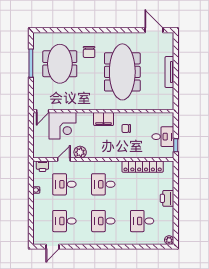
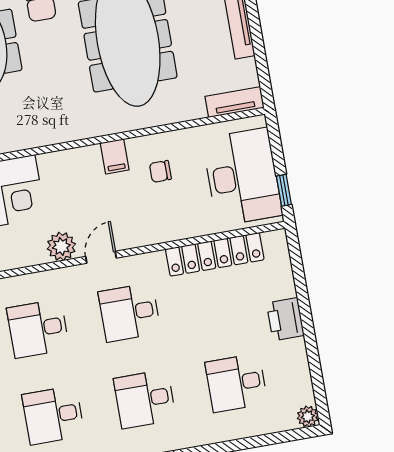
tv unit: (162, 105) -> (235, 102), added
filing cabinet: (104, 119) -> (115, 156), width x0.50
desk: (163, 137) -> (242, 177), width x1.87, depth x1.30
door: (64, 159) -> (101, 257), moved

